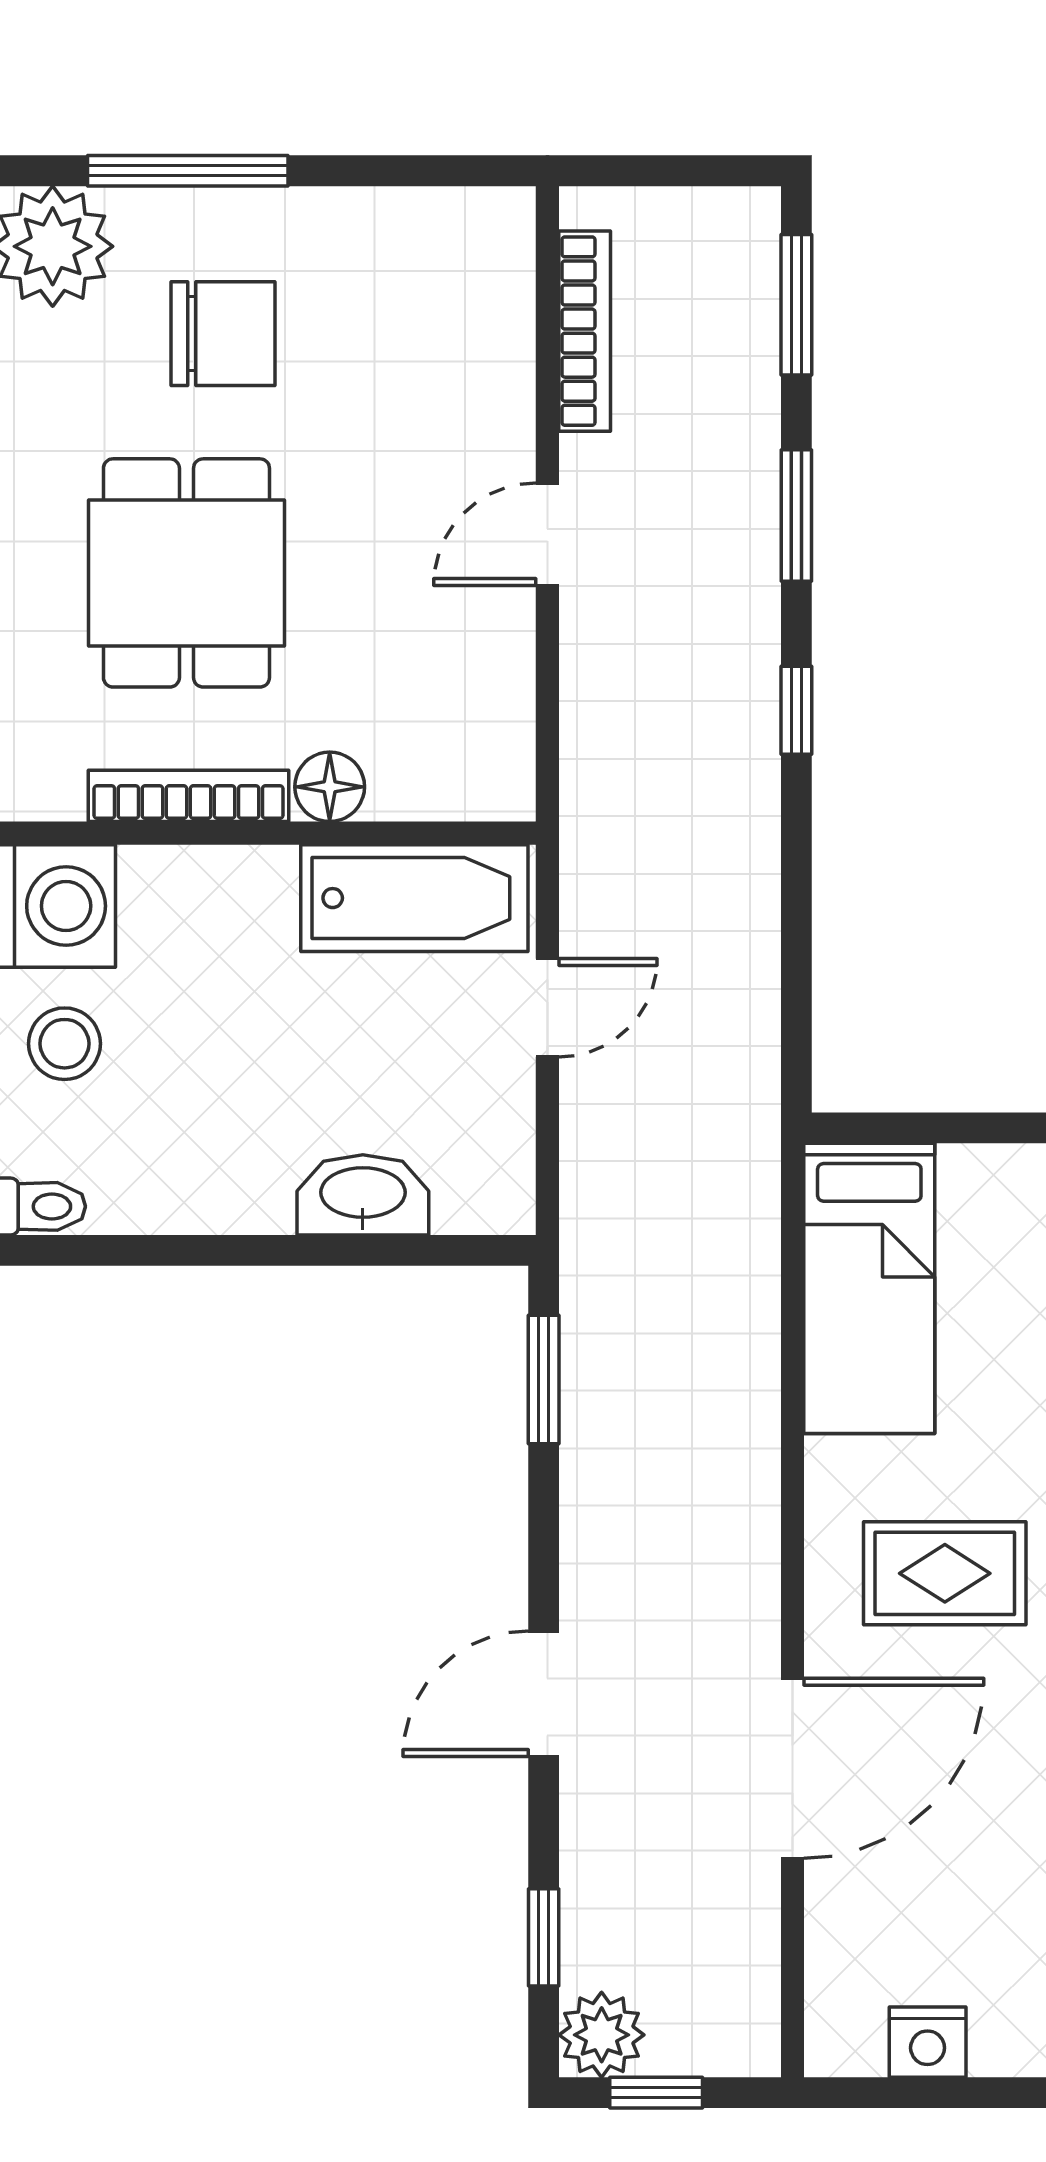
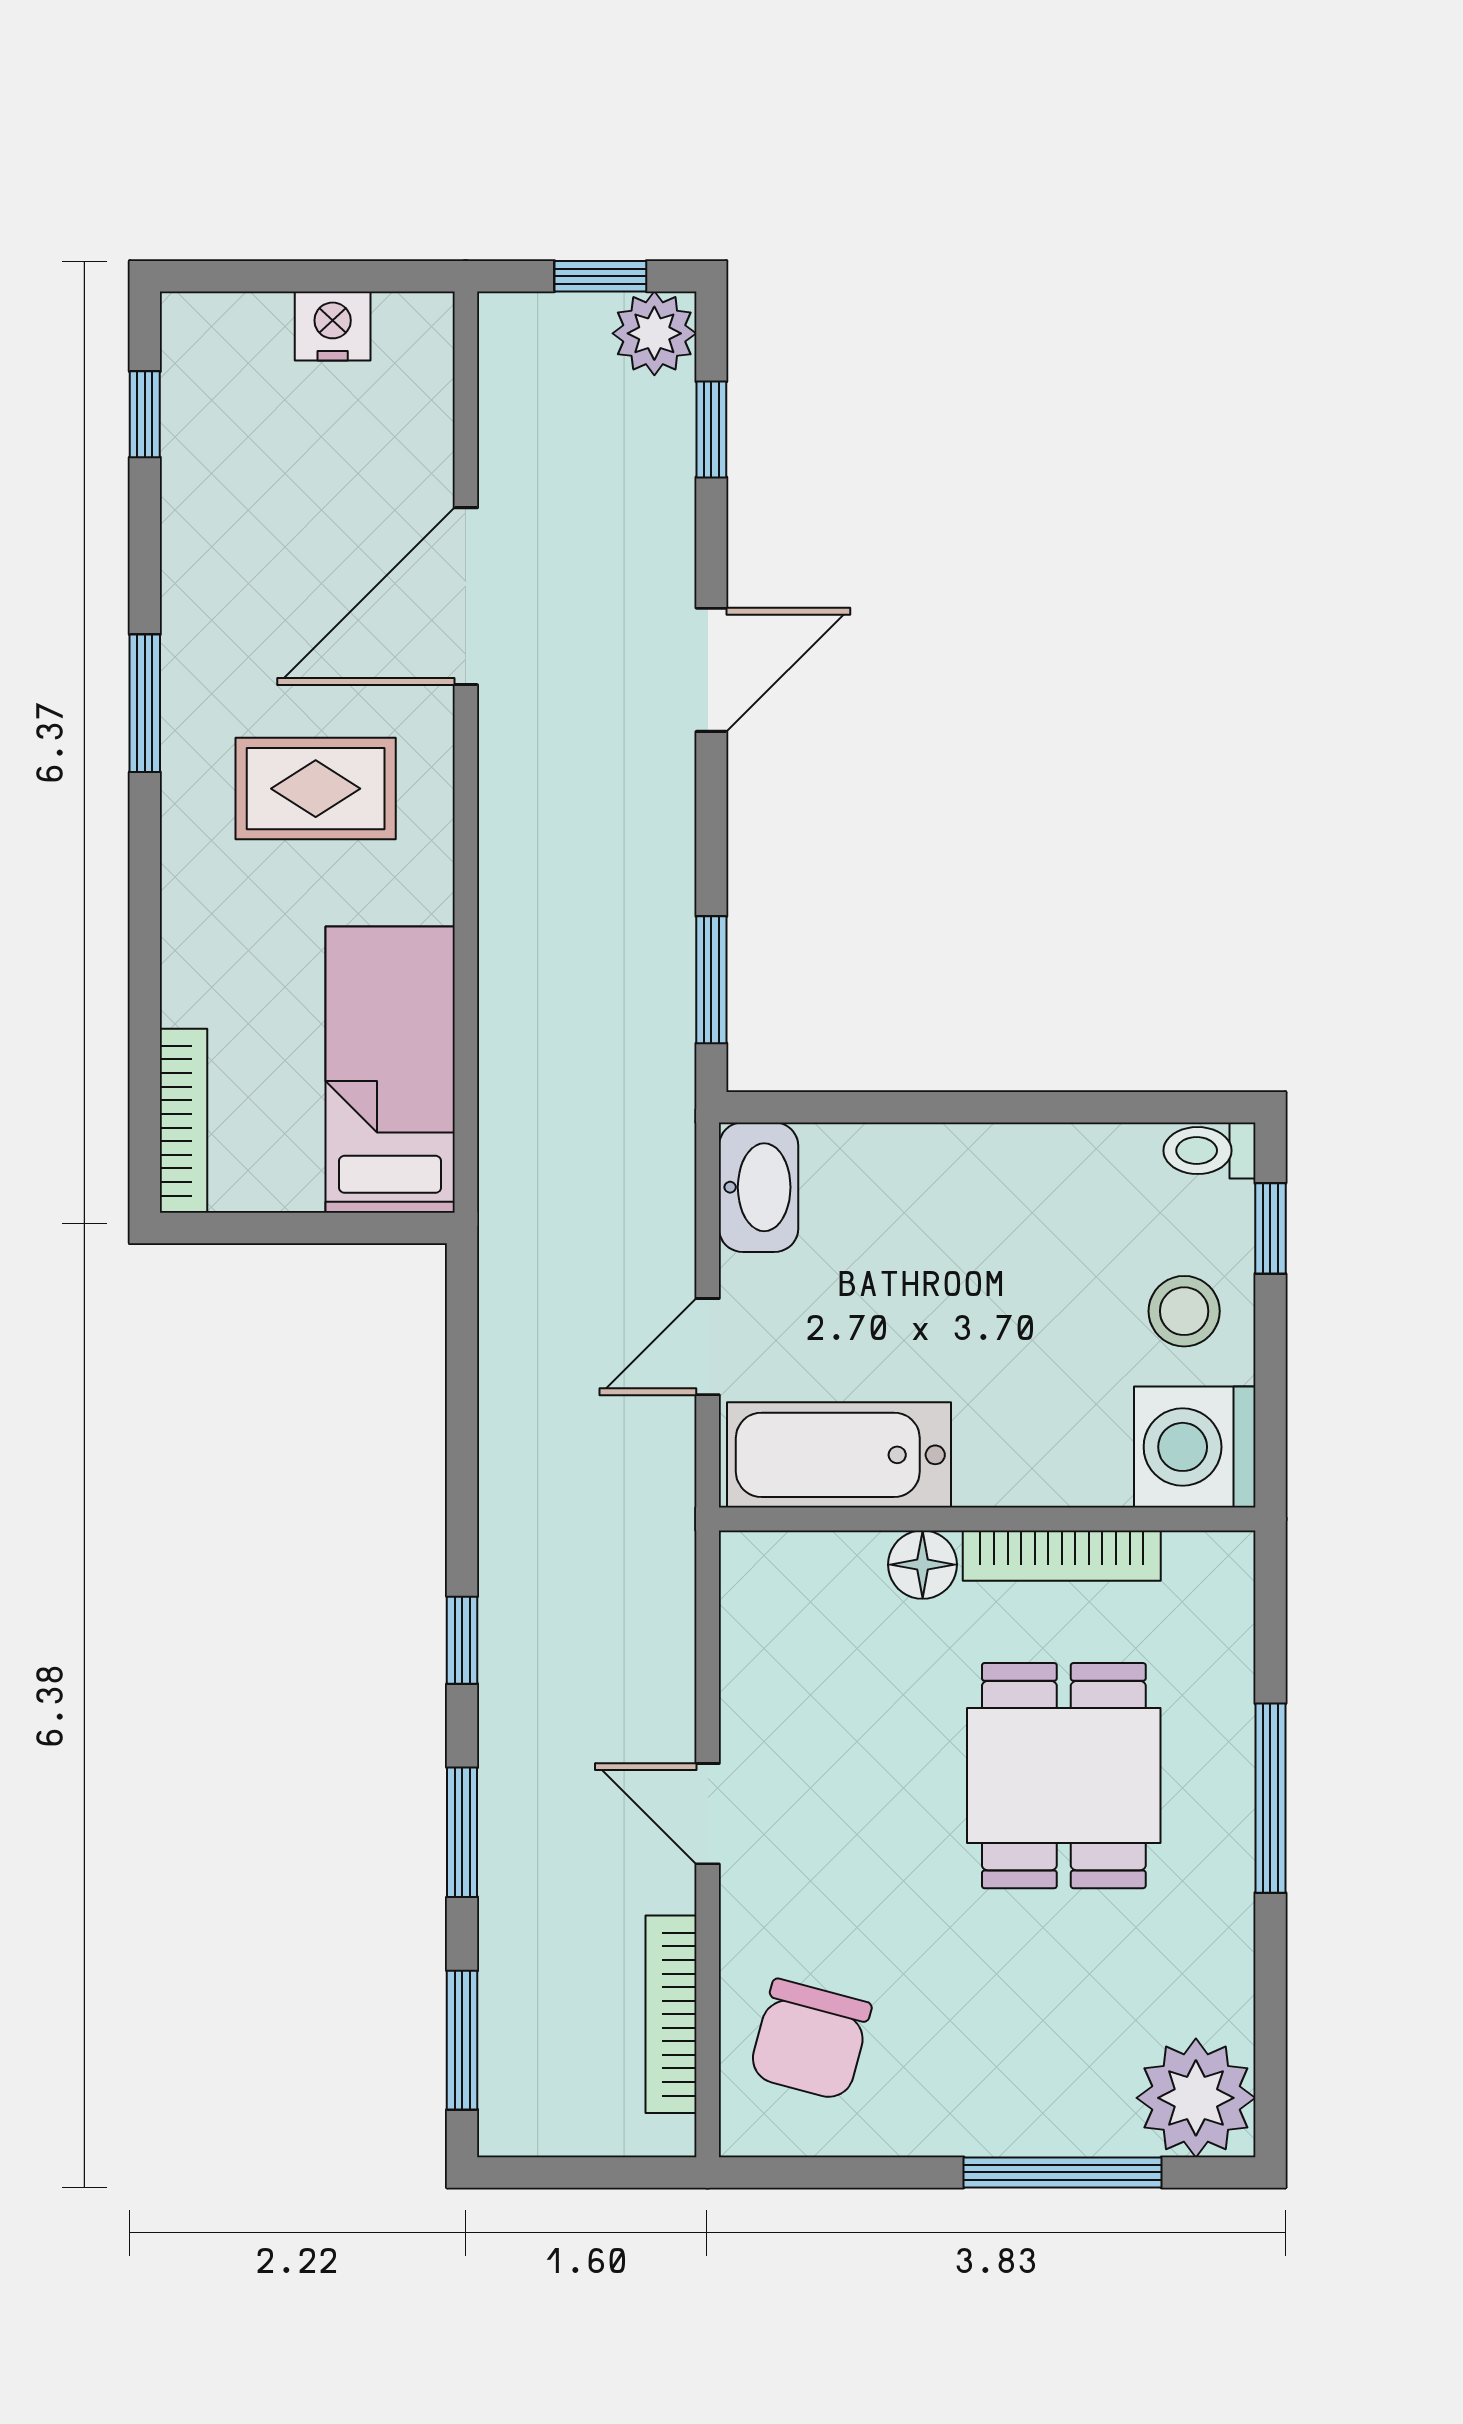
chair: (223, 334) -> (810, 2040), moved, turned -75
door: (547, 534) -> (708, 1814), swing flipped
washbasin: (363, 1195) -> (759, 1187), moved, turned -90

